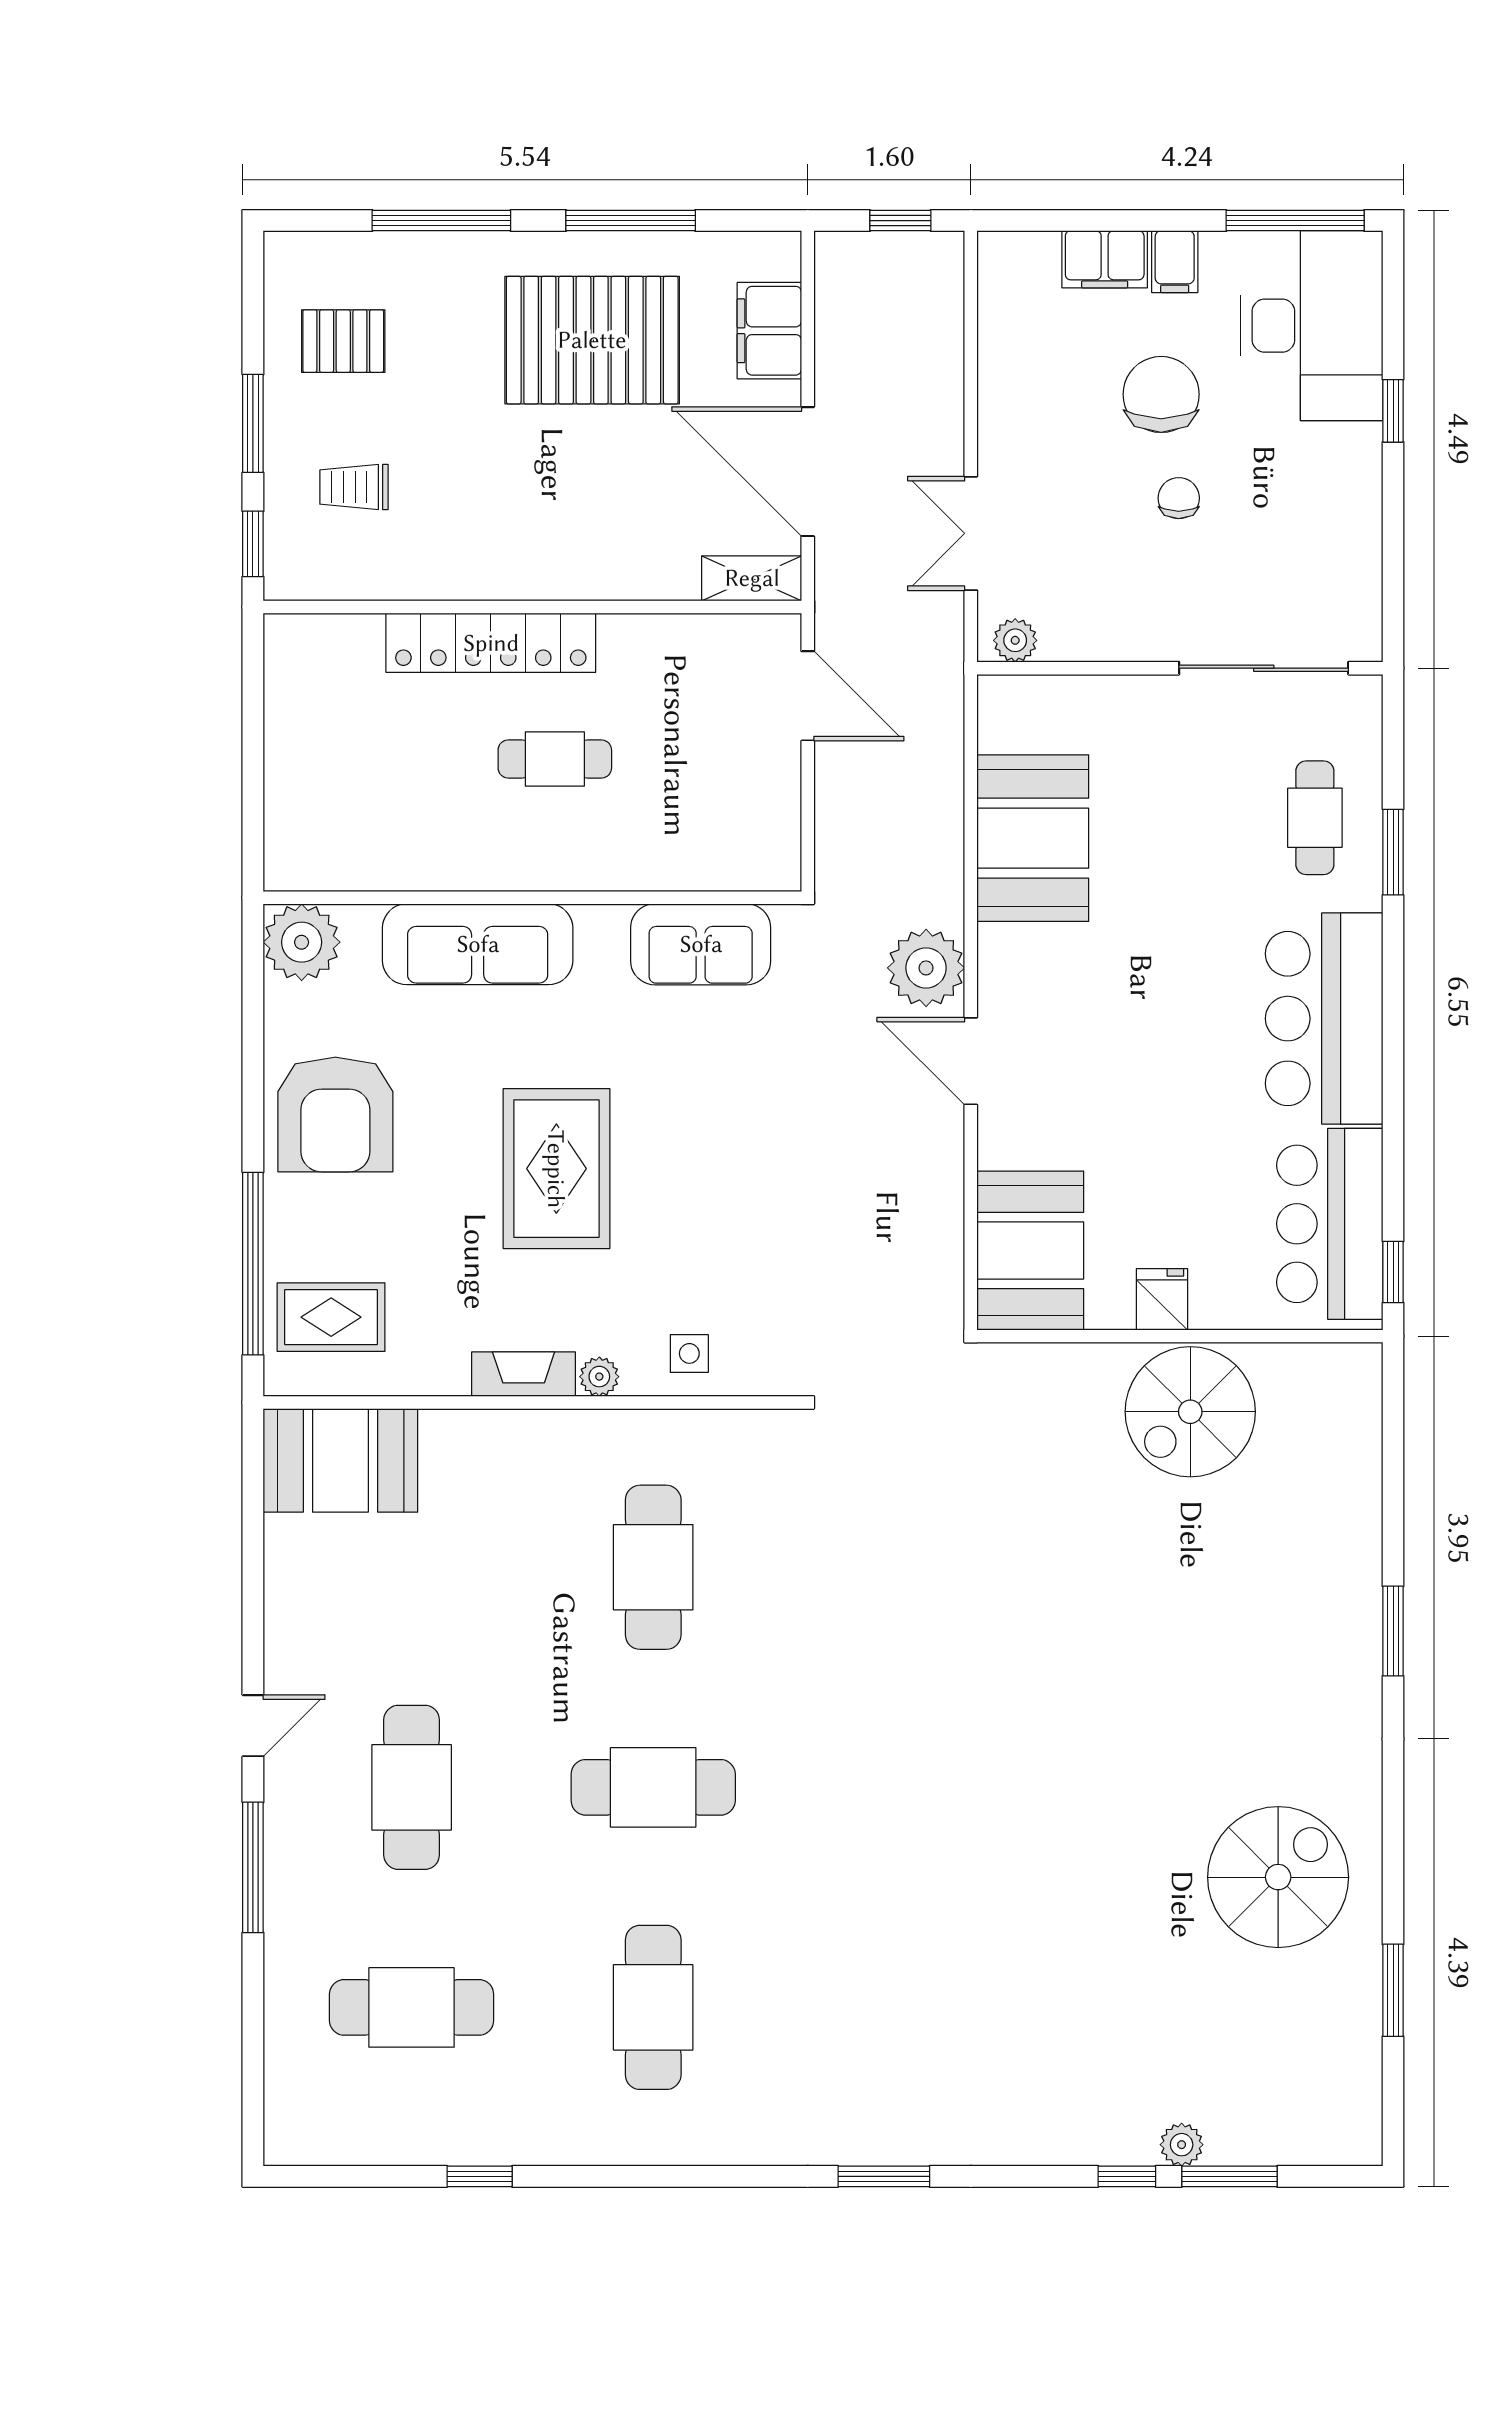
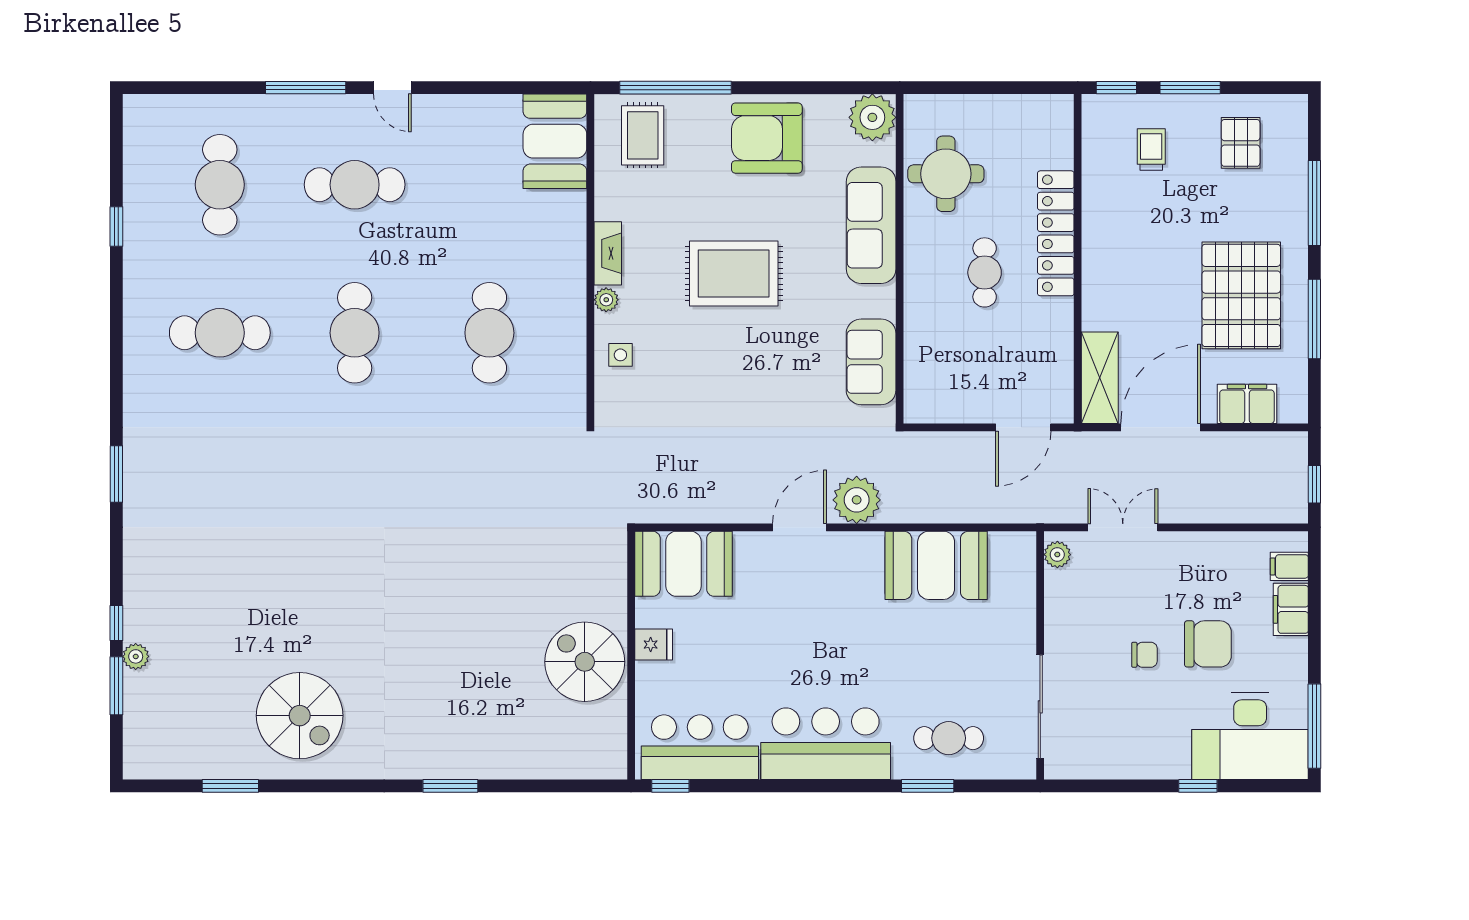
filing cabinet: (1175, 262) -> (1289, 566), moved
shelving: (752, 578) -> (1100, 378), width x1.50, depth x1.33
round table: (394, 822) -> (946, 174), added
cafe table: (653, 1567) -> (489, 333), turned 90

